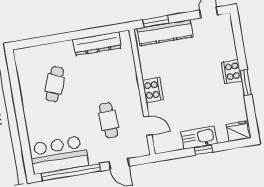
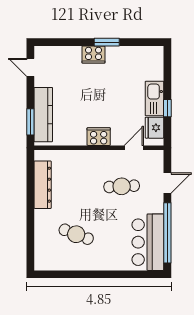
fridge: (238, 131) -> (155, 128), moved
window: (203, 150) -> (167, 108), moved

